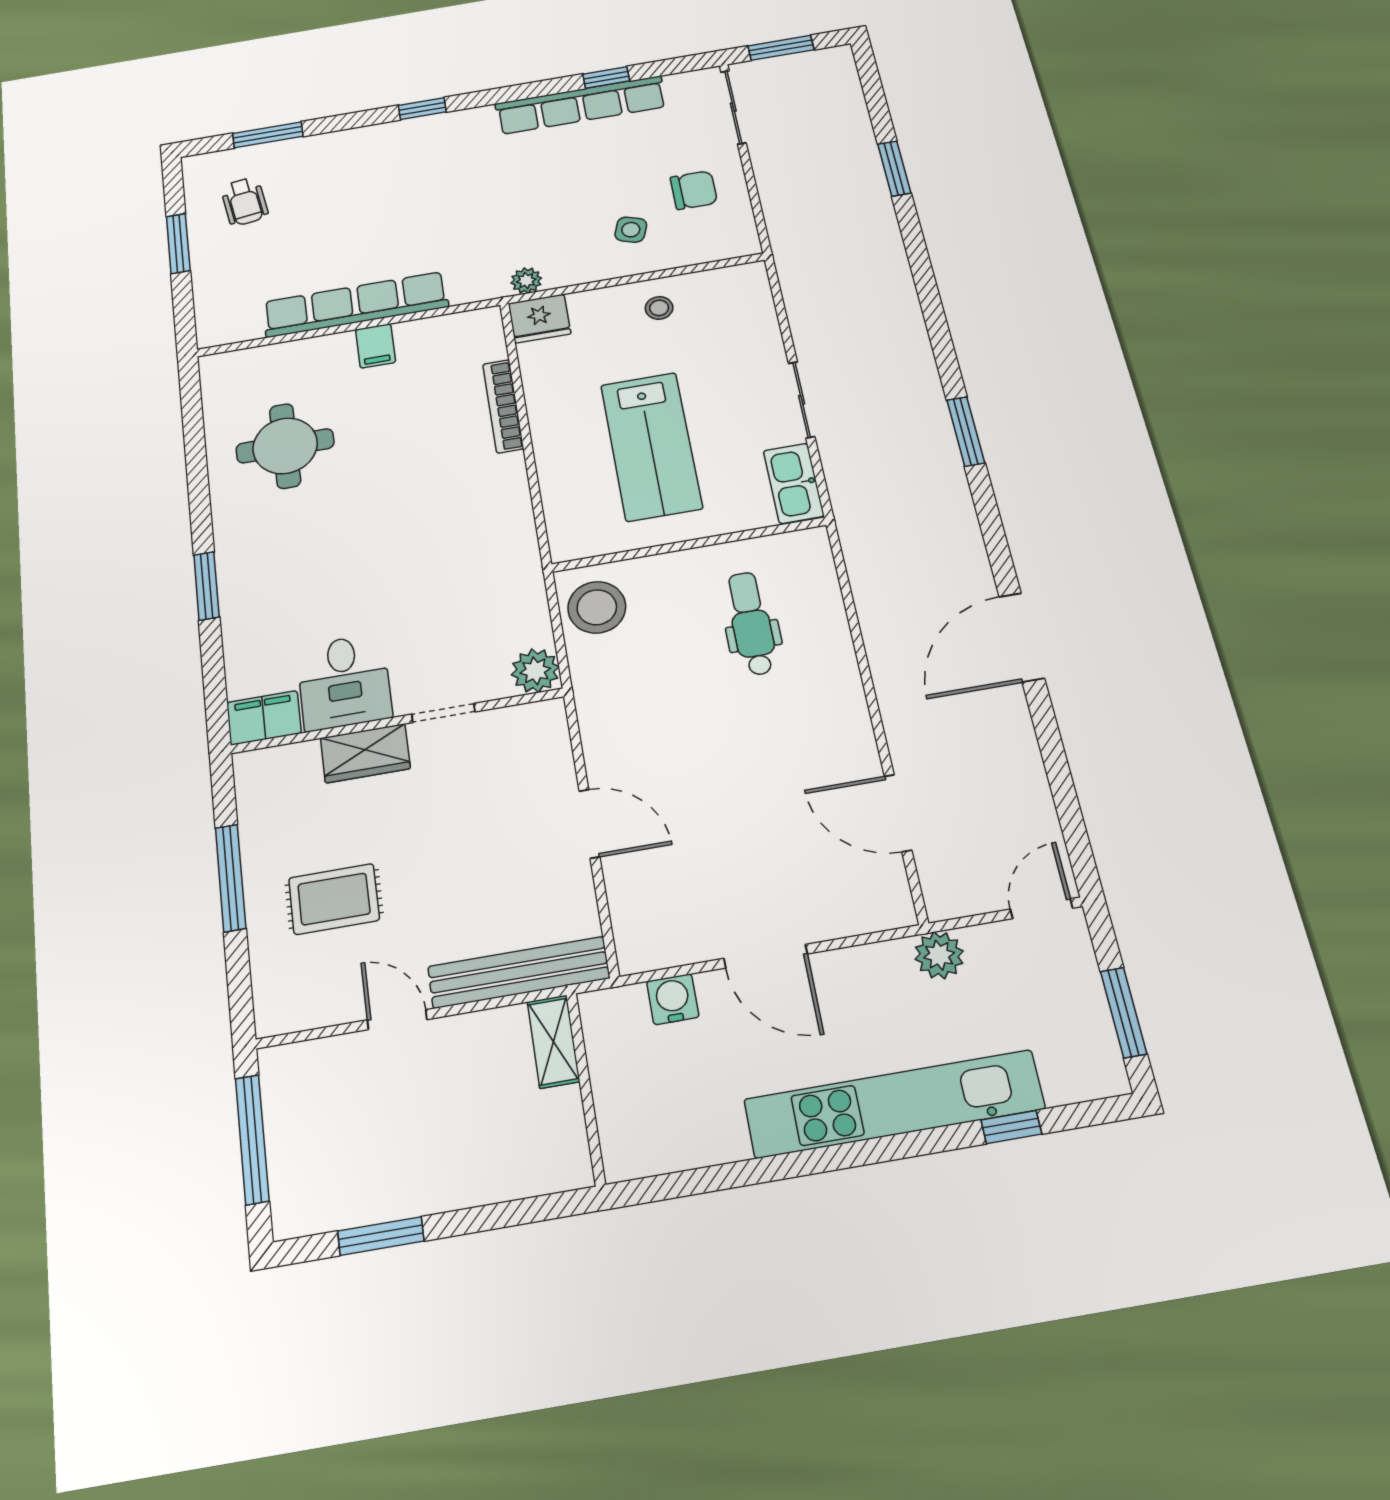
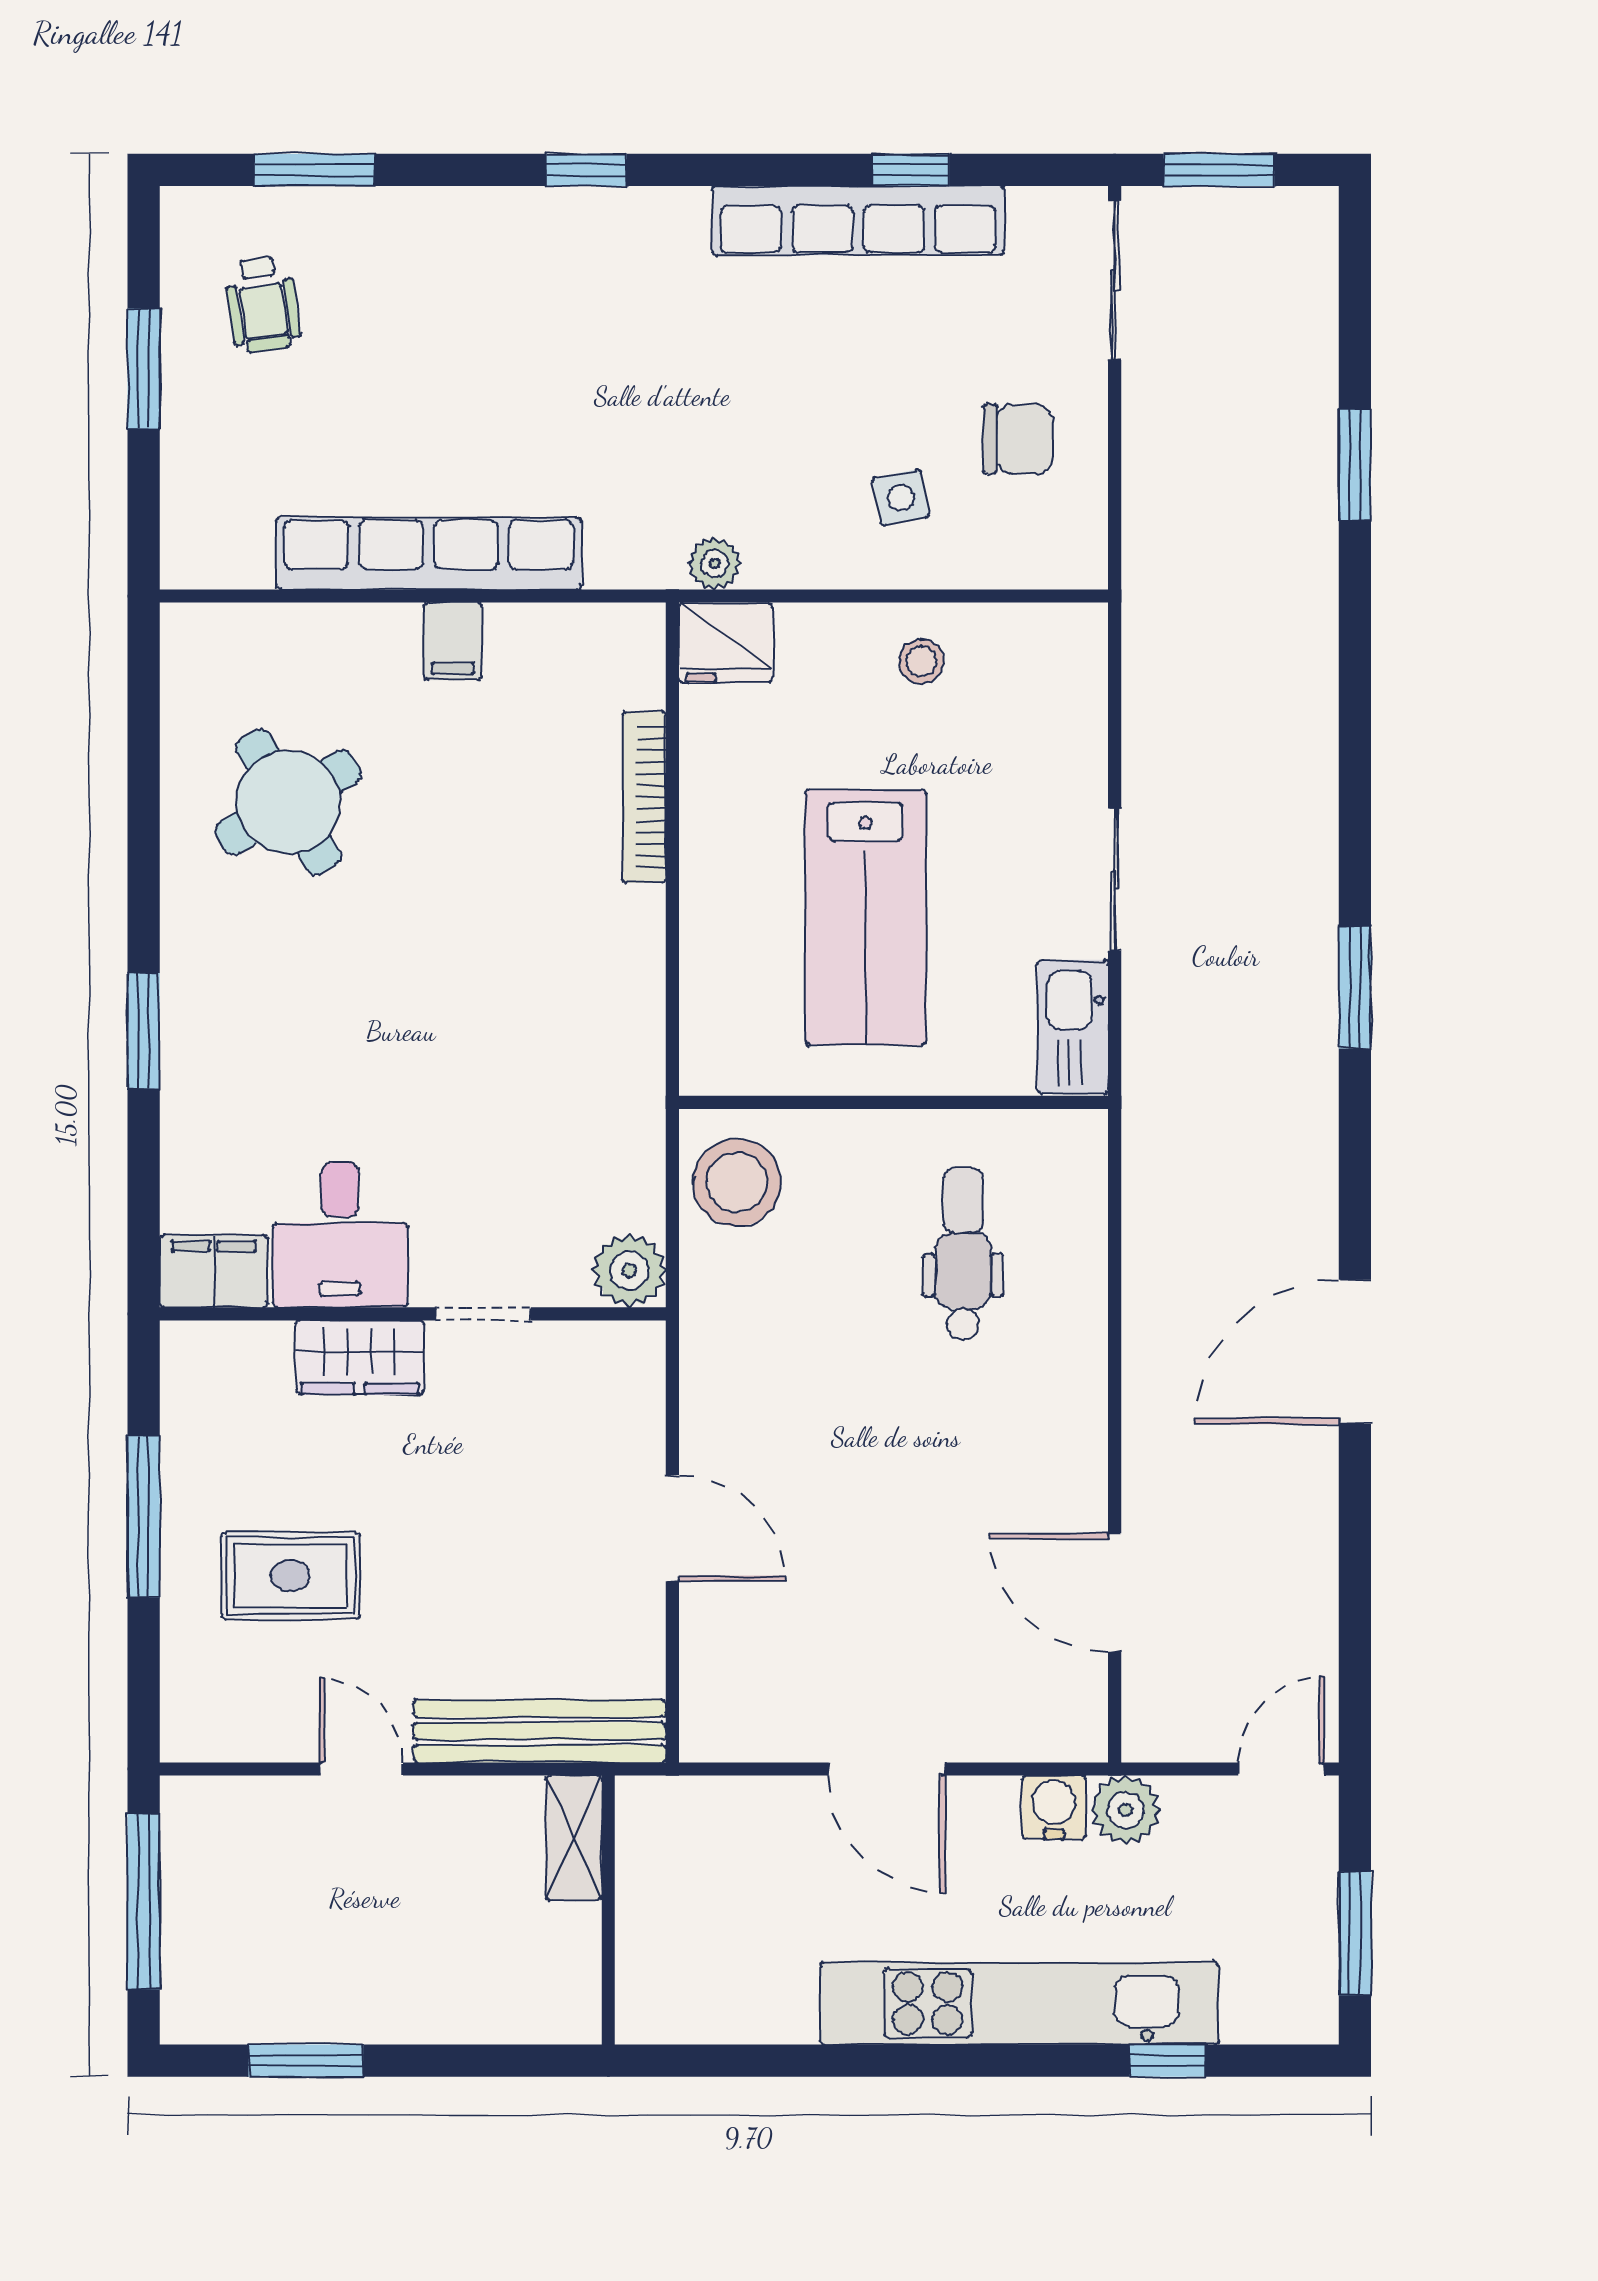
side table: (631, 230) -> (901, 498), turned -30
round table: (285, 446) -> (288, 802), turned -31
water cooler: (673, 999) -> (1054, 1807), moved

